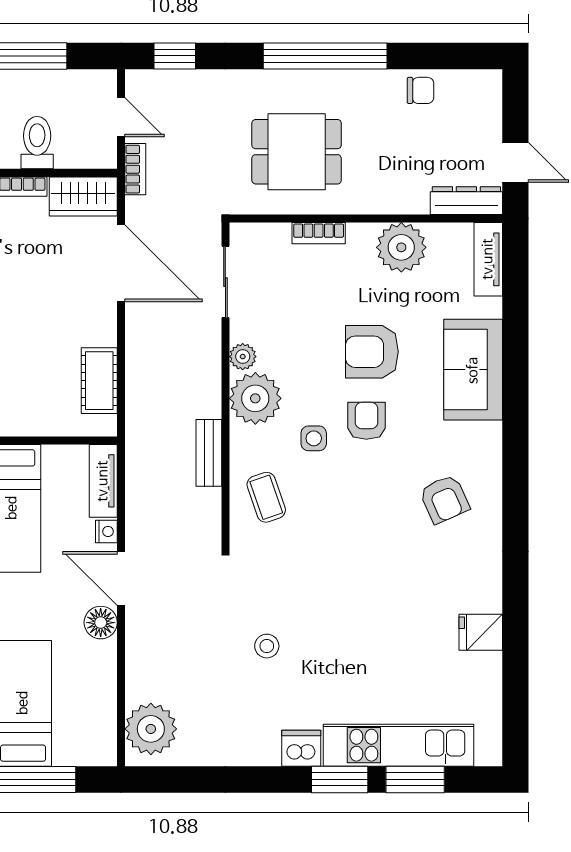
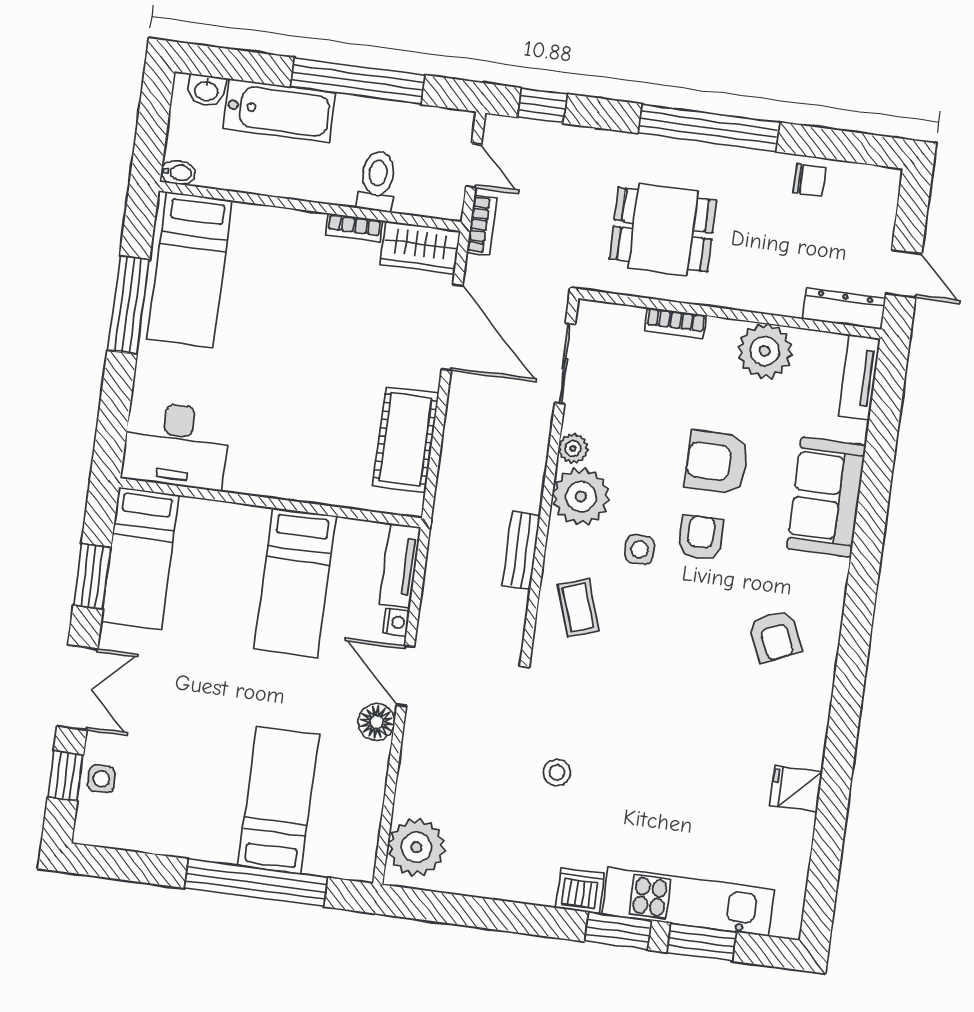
cot: (99, 381) -> (406, 439), width x1.37, depth x1.34

